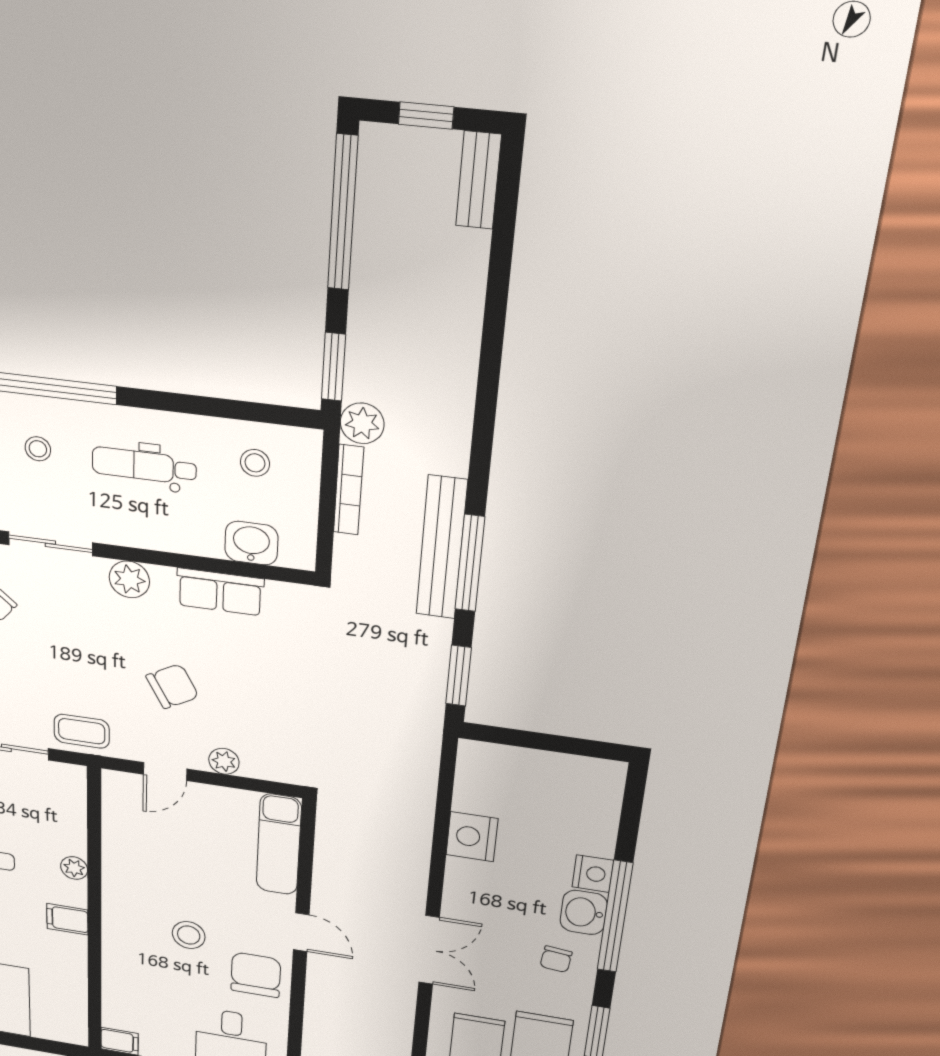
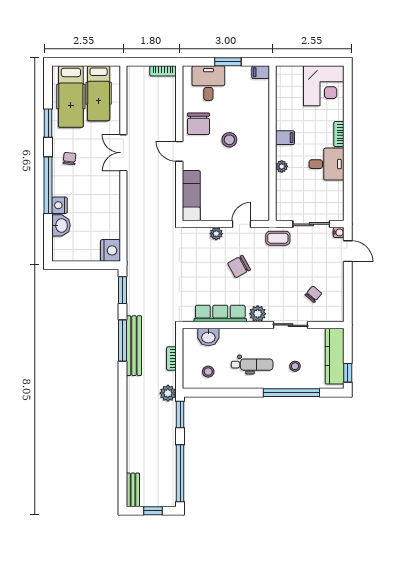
bookcase: (348, 490) -> (171, 358), width x0.64
row of seats: (220, 592) -> (220, 313), width x1.48
nightstand: (472, 837) -> (110, 250), moved
washbasin: (584, 912) -> (61, 225), moved

